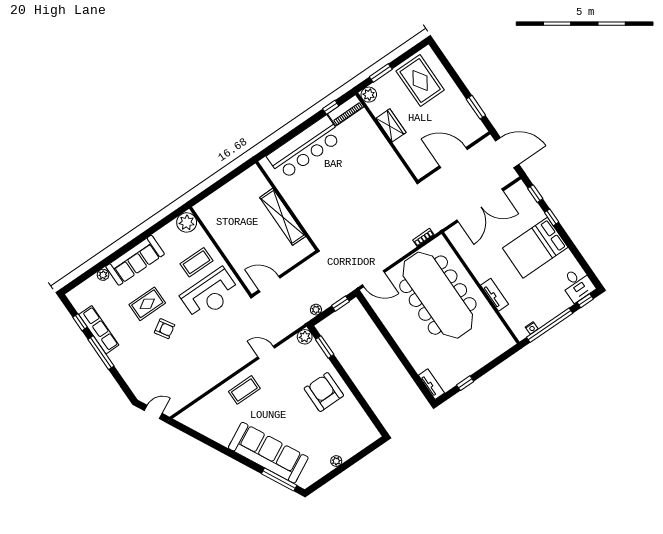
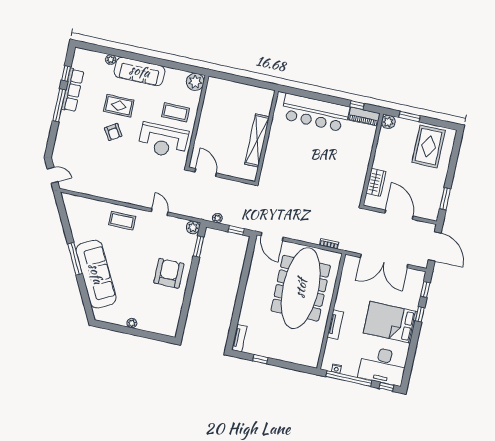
wardrobe: (391, 125) -> (376, 182), moved
desk: (577, 284) -> (383, 366), width x1.87, depth x1.30
window: (279, 479) -> (75, 259), moved

